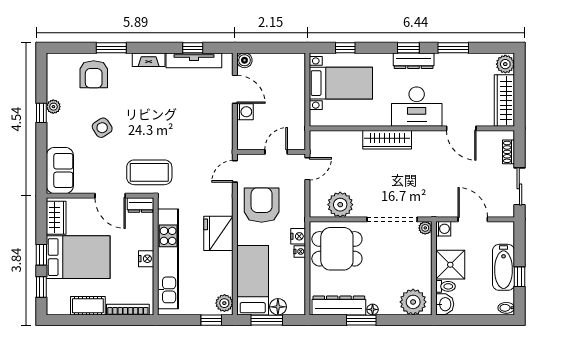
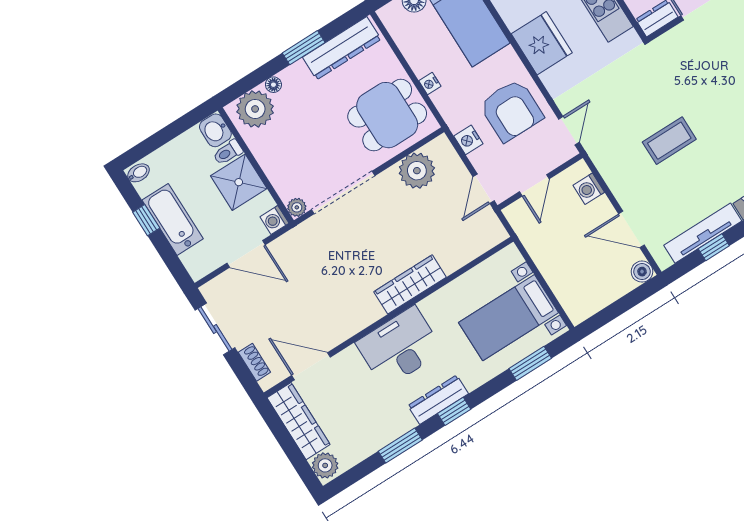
window: (345, 48) -> (530, 363), width x1.50
washing machine: (245, 112) -> (589, 189), moved
door: (461, 128) -> (311, 366), moved
coffee table: (149, 172) -> (669, 141), moved, width x0.73, depth x0.76
nightstand: (298, 236) -> (468, 140), moved
floor lamp: (373, 309) -> (273, 85), moved

